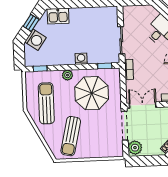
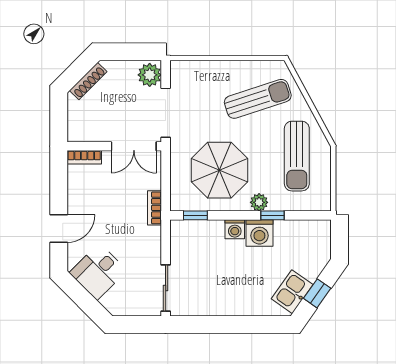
kitchen sink: (58, 16) -> (292, 292), moved, turned -55
washing machine: (35, 40) -> (259, 233), moved, turned -125
sliding door: (121, 40) -> (166, 288), moved
window: (40, 69) -> (273, 215), moved
sun lounger: (71, 136) -> (258, 99), turned 59

